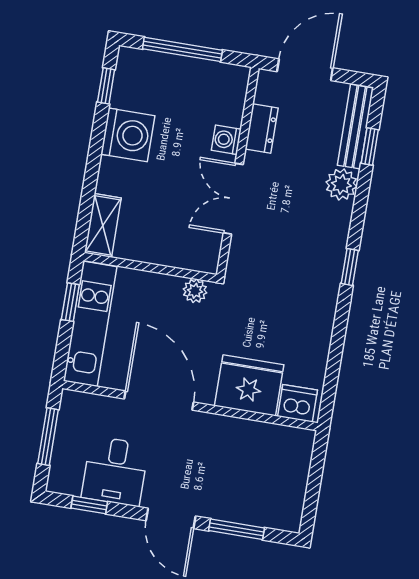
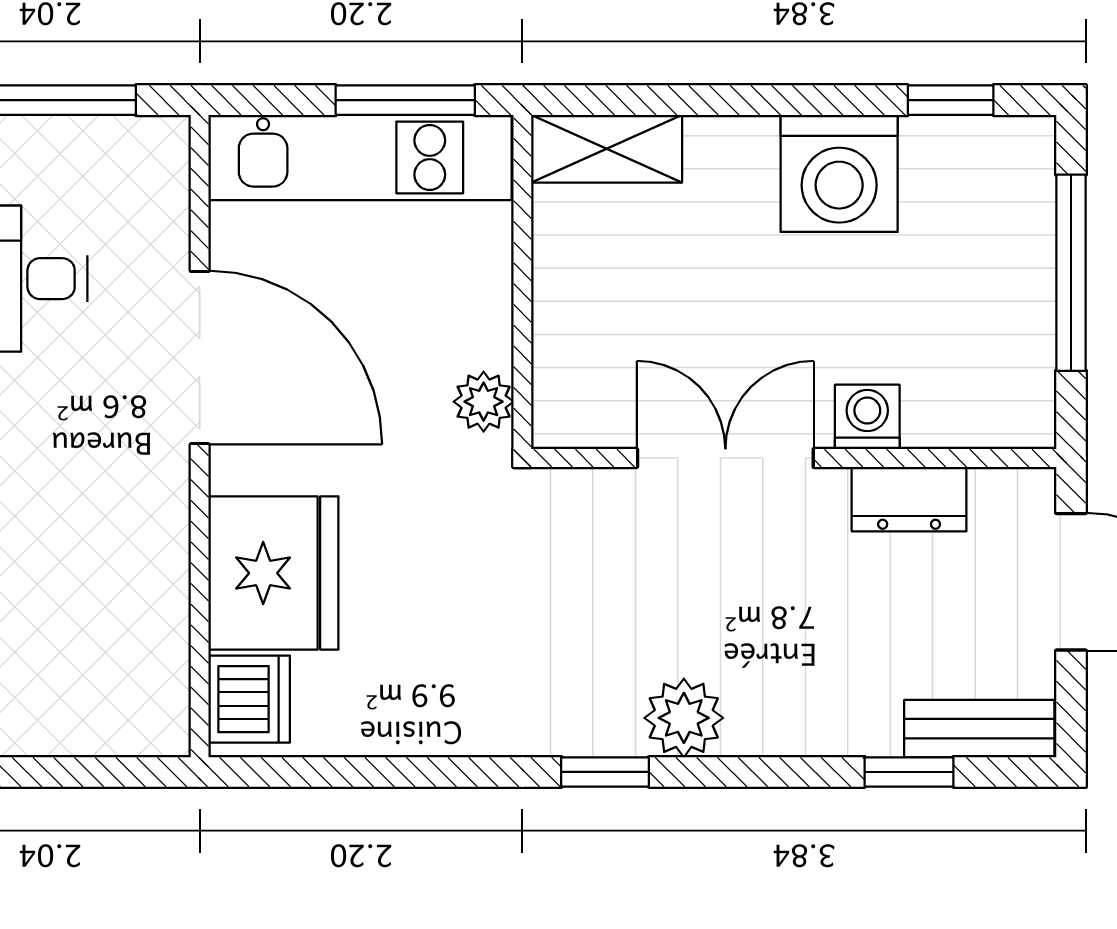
bench: (355, 127) -> (979, 729), width x0.73
plant: (341, 184) -> (684, 718), moved
window: (70, 302) -> (405, 100), width x1.50
door: (159, 400) -> (200, 358), hinge flipped

